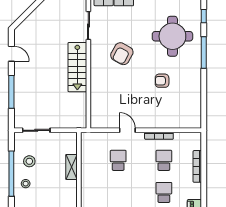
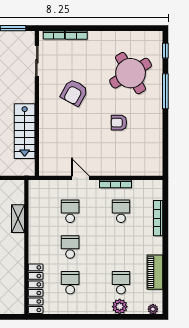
round table: (172, 36) -> (131, 73), turned -31
stairs: (77, 67) -> (25, 131), moved
school desk: (164, 192) -> (70, 247), moved

